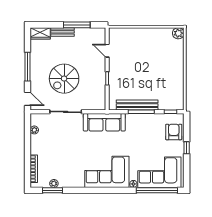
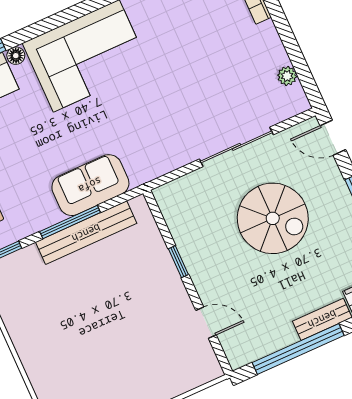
window: (77, 25) -> (298, 349), width x1.46
spiral stairs: (64, 79) -> (273, 218), turned 90
sofa: (104, 122) -> (90, 185), moved, width x0.73

